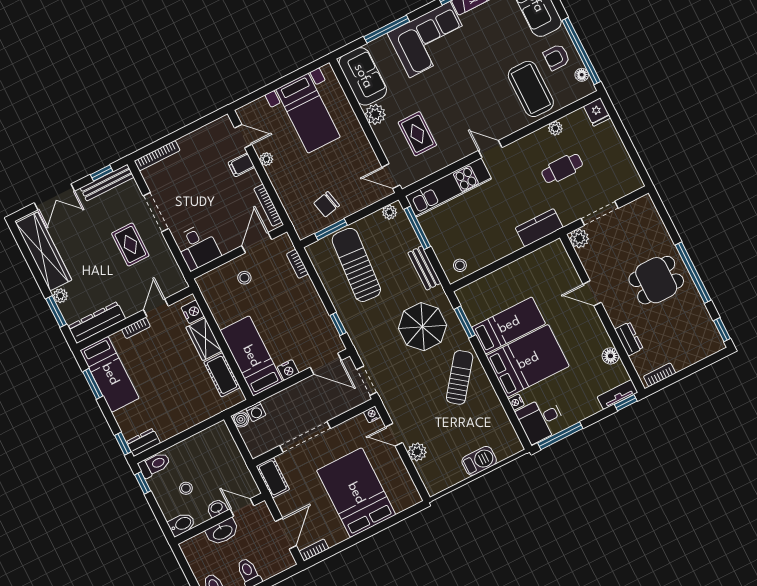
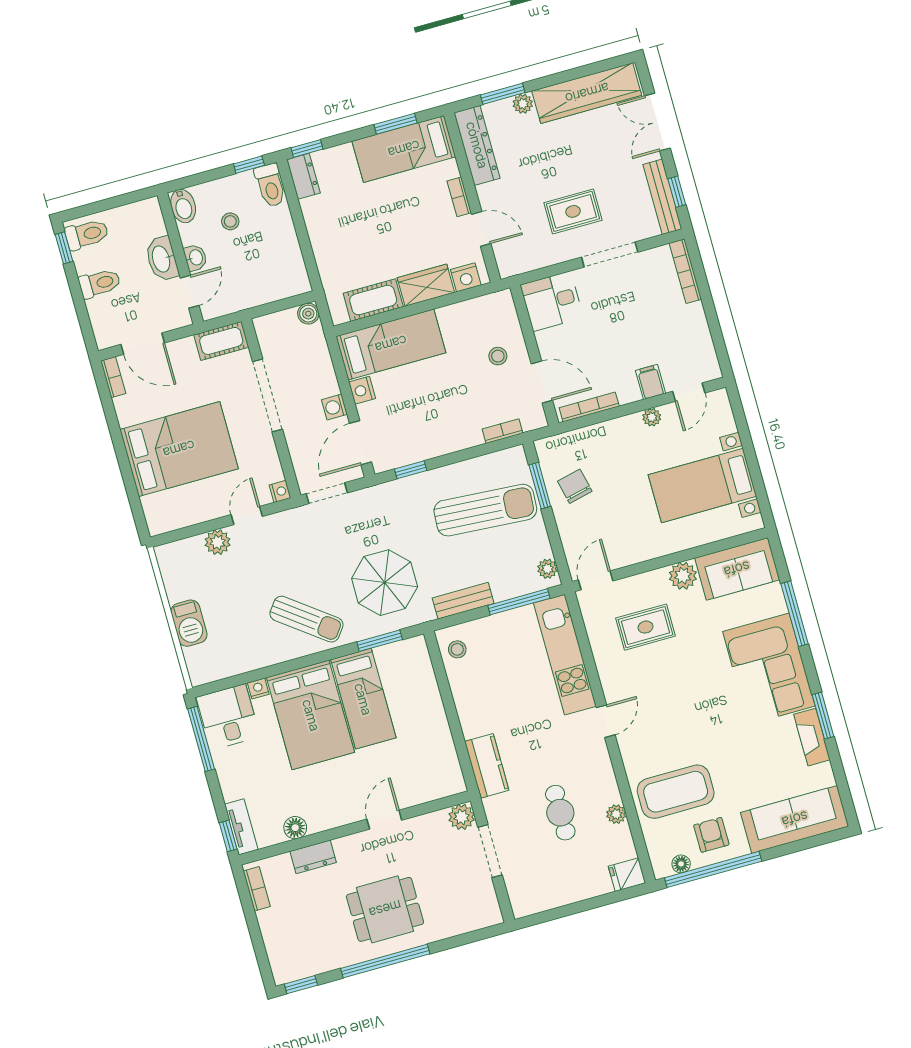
dining table: (656, 280) -> (385, 909), turned 90
washing machine: (256, 412) -> (334, 407), moved

